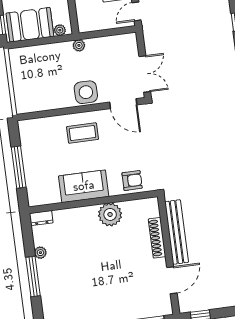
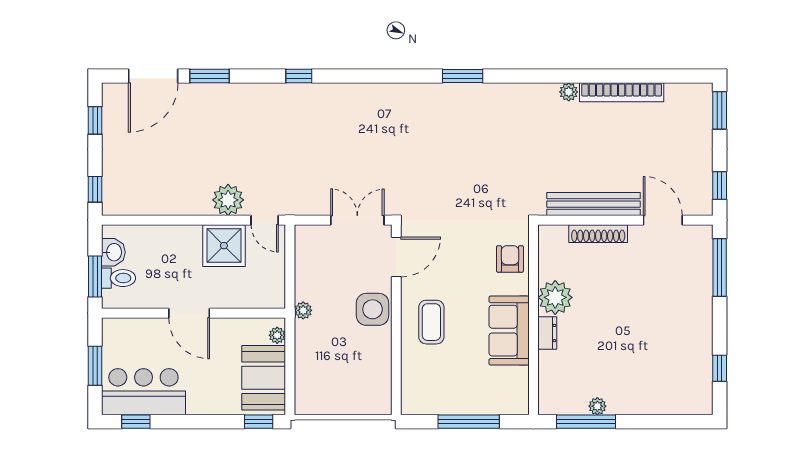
dresser: (41, 218) -> (547, 333), moved
window: (33, 277) -> (586, 422), moved

